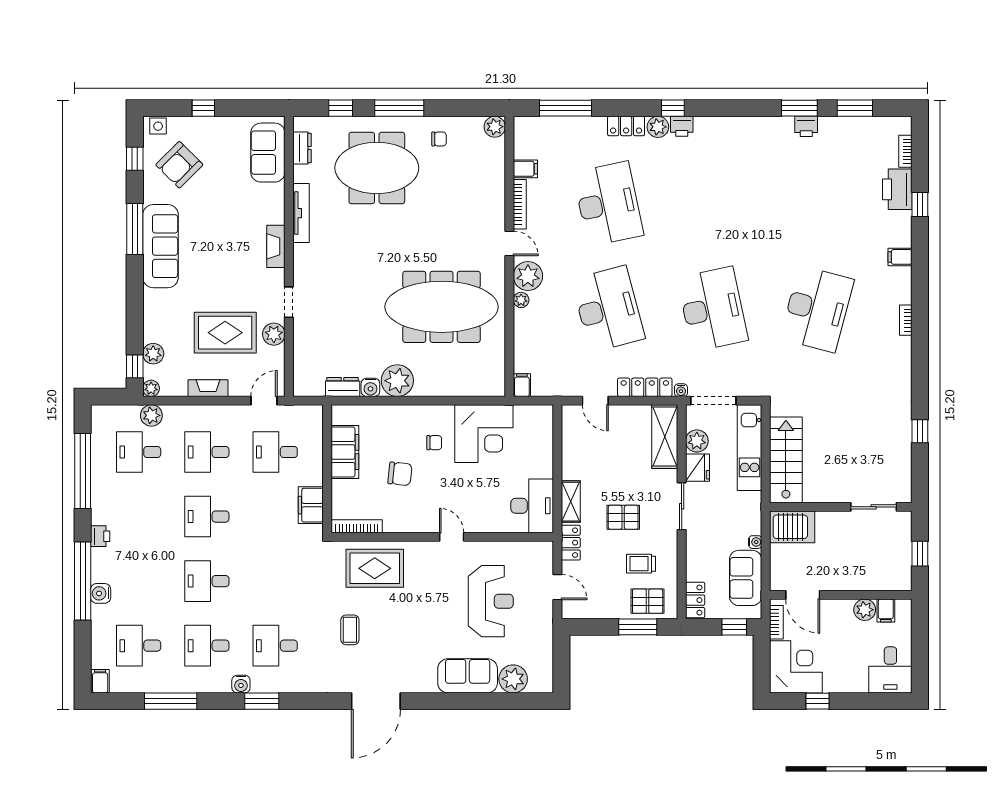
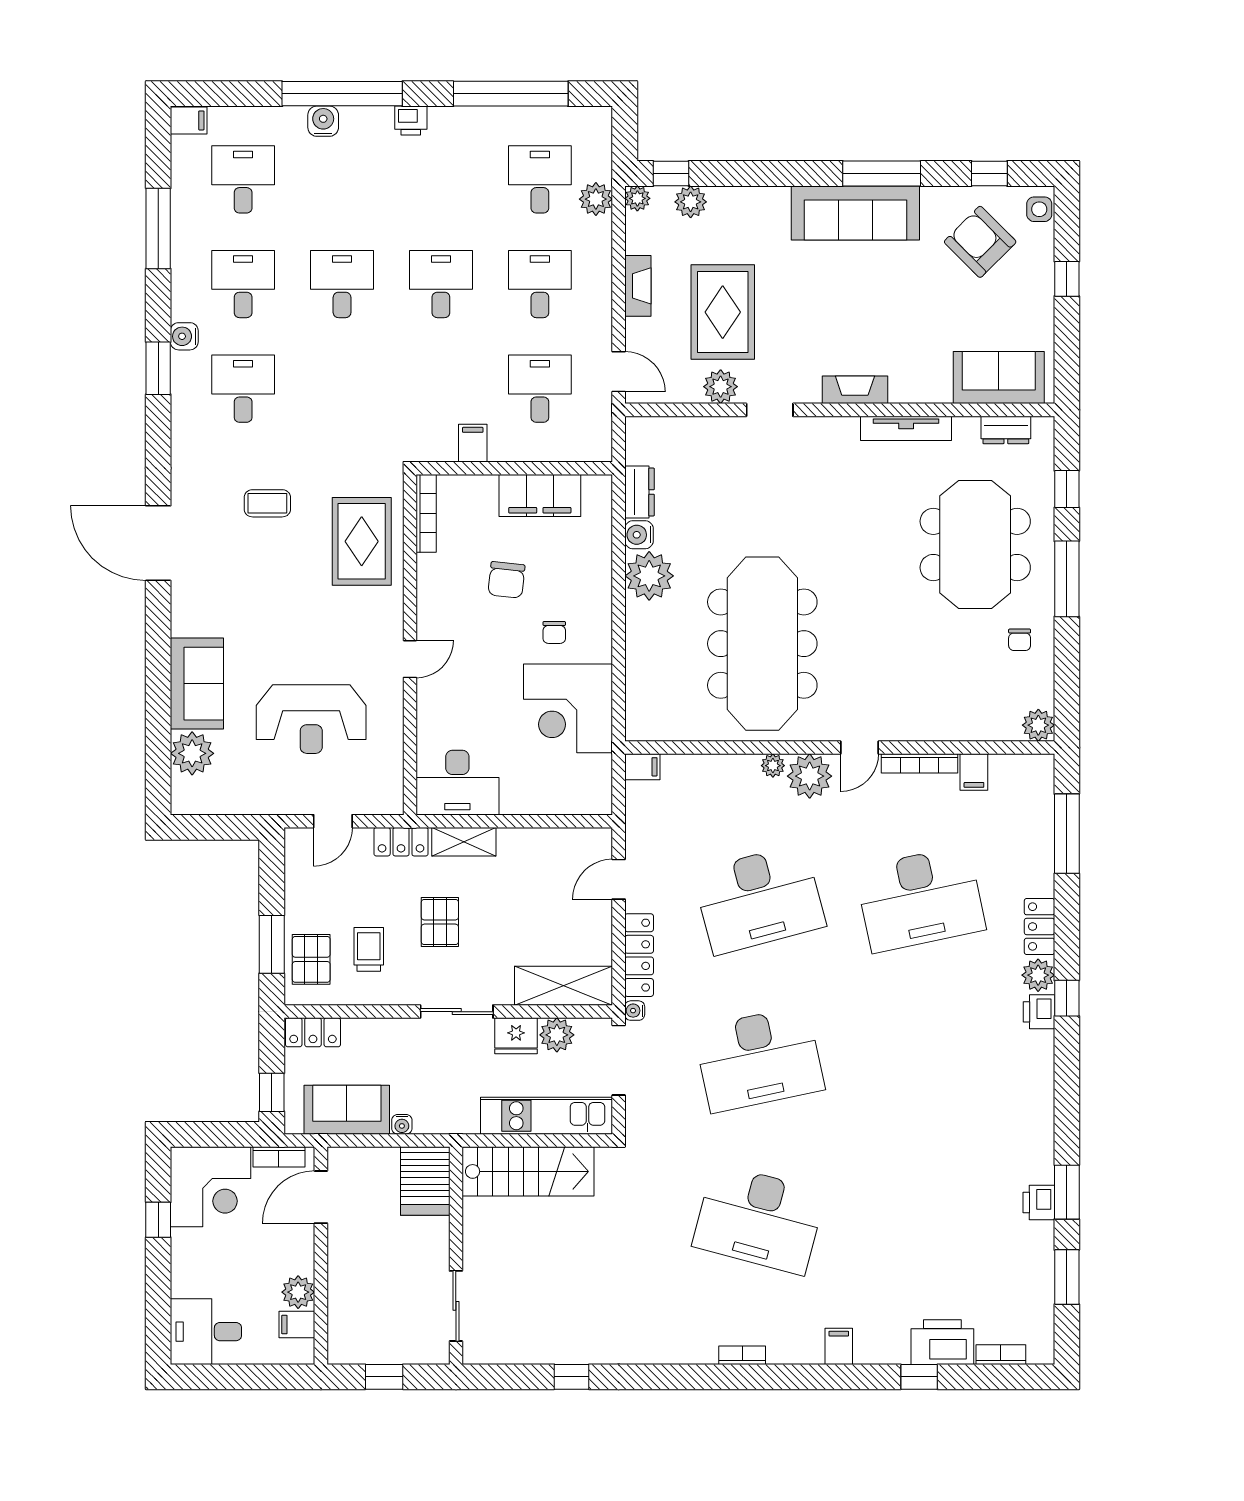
filing cabinet: (311, 505) -> (473, 443), width x0.50

